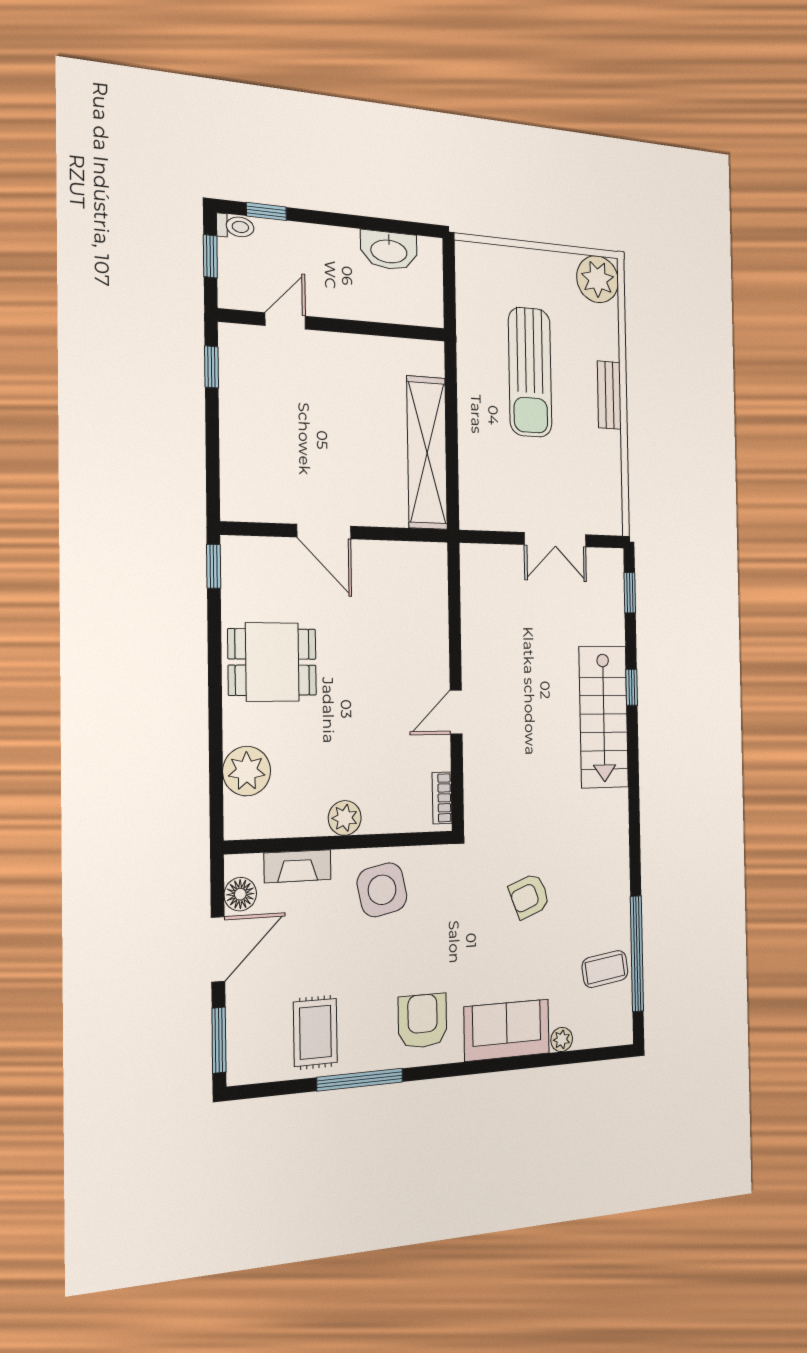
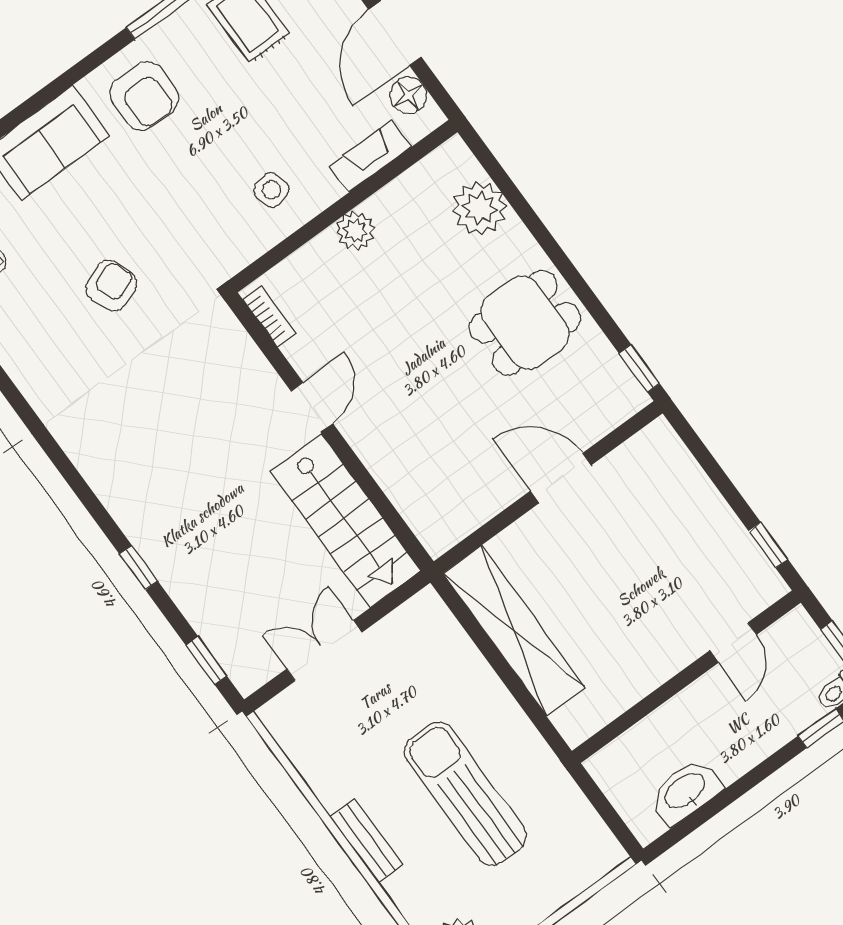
stairs: (604, 717) -> (346, 521), moved, turned 180
side table: (382, 890) -> (271, 190), width x0.54, depth x0.54

